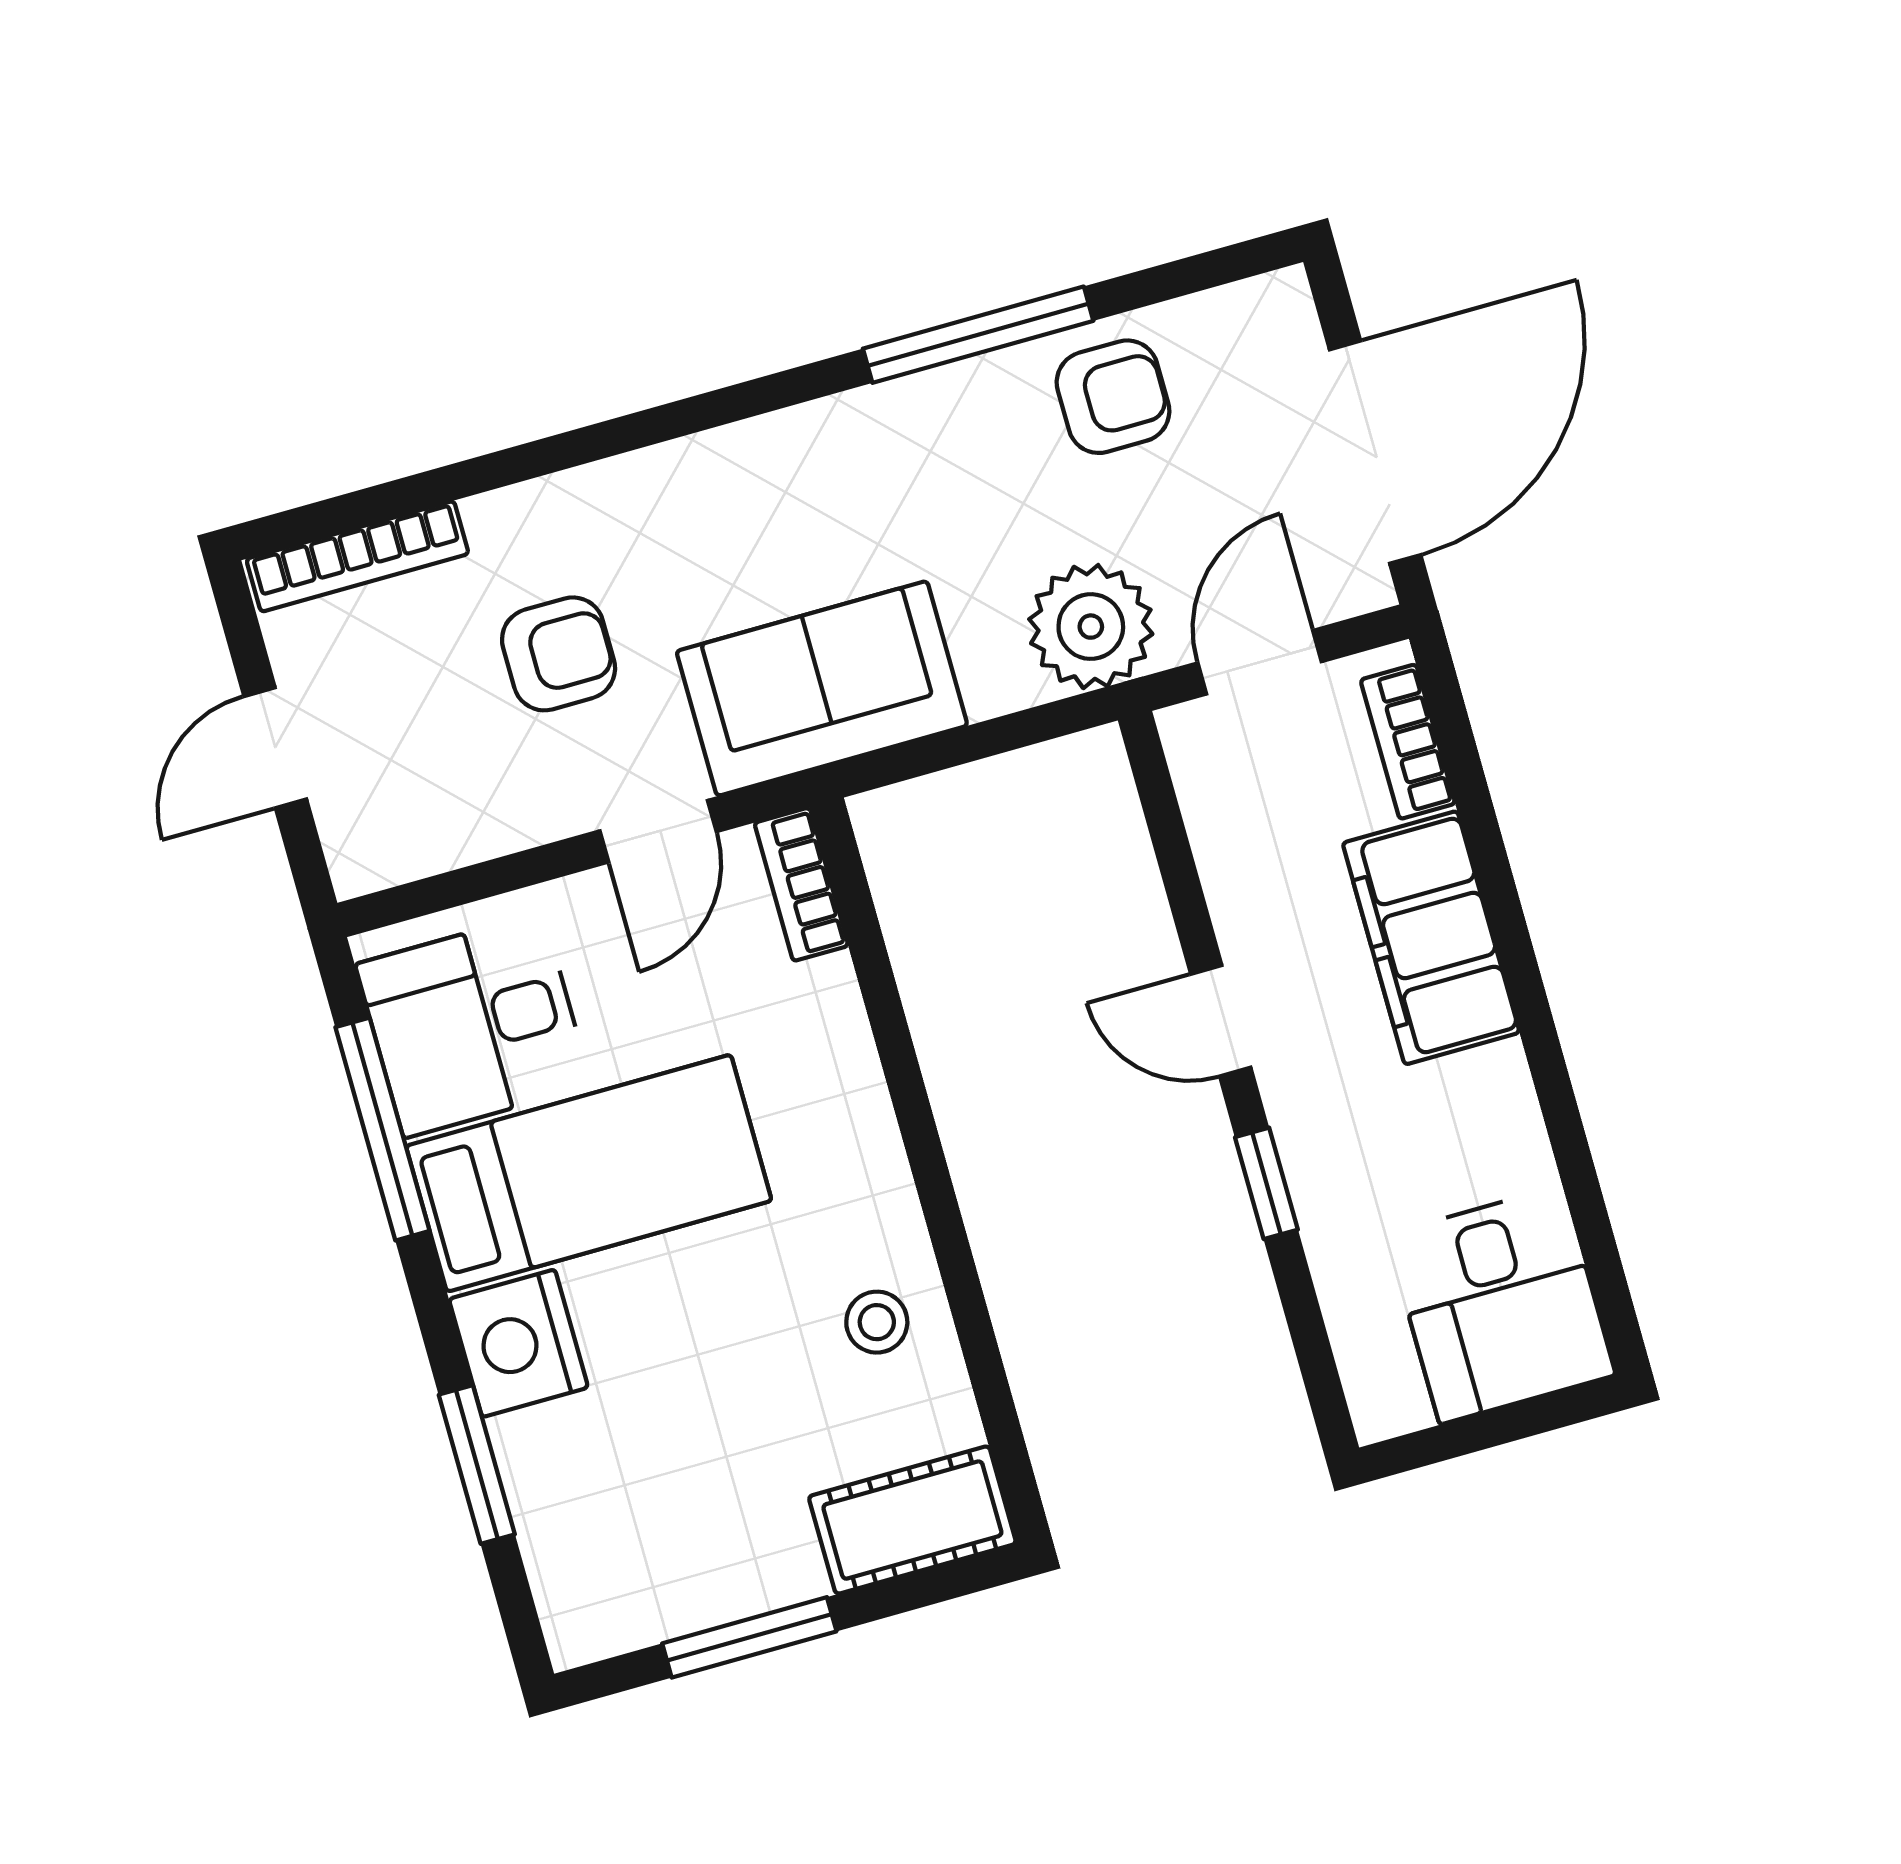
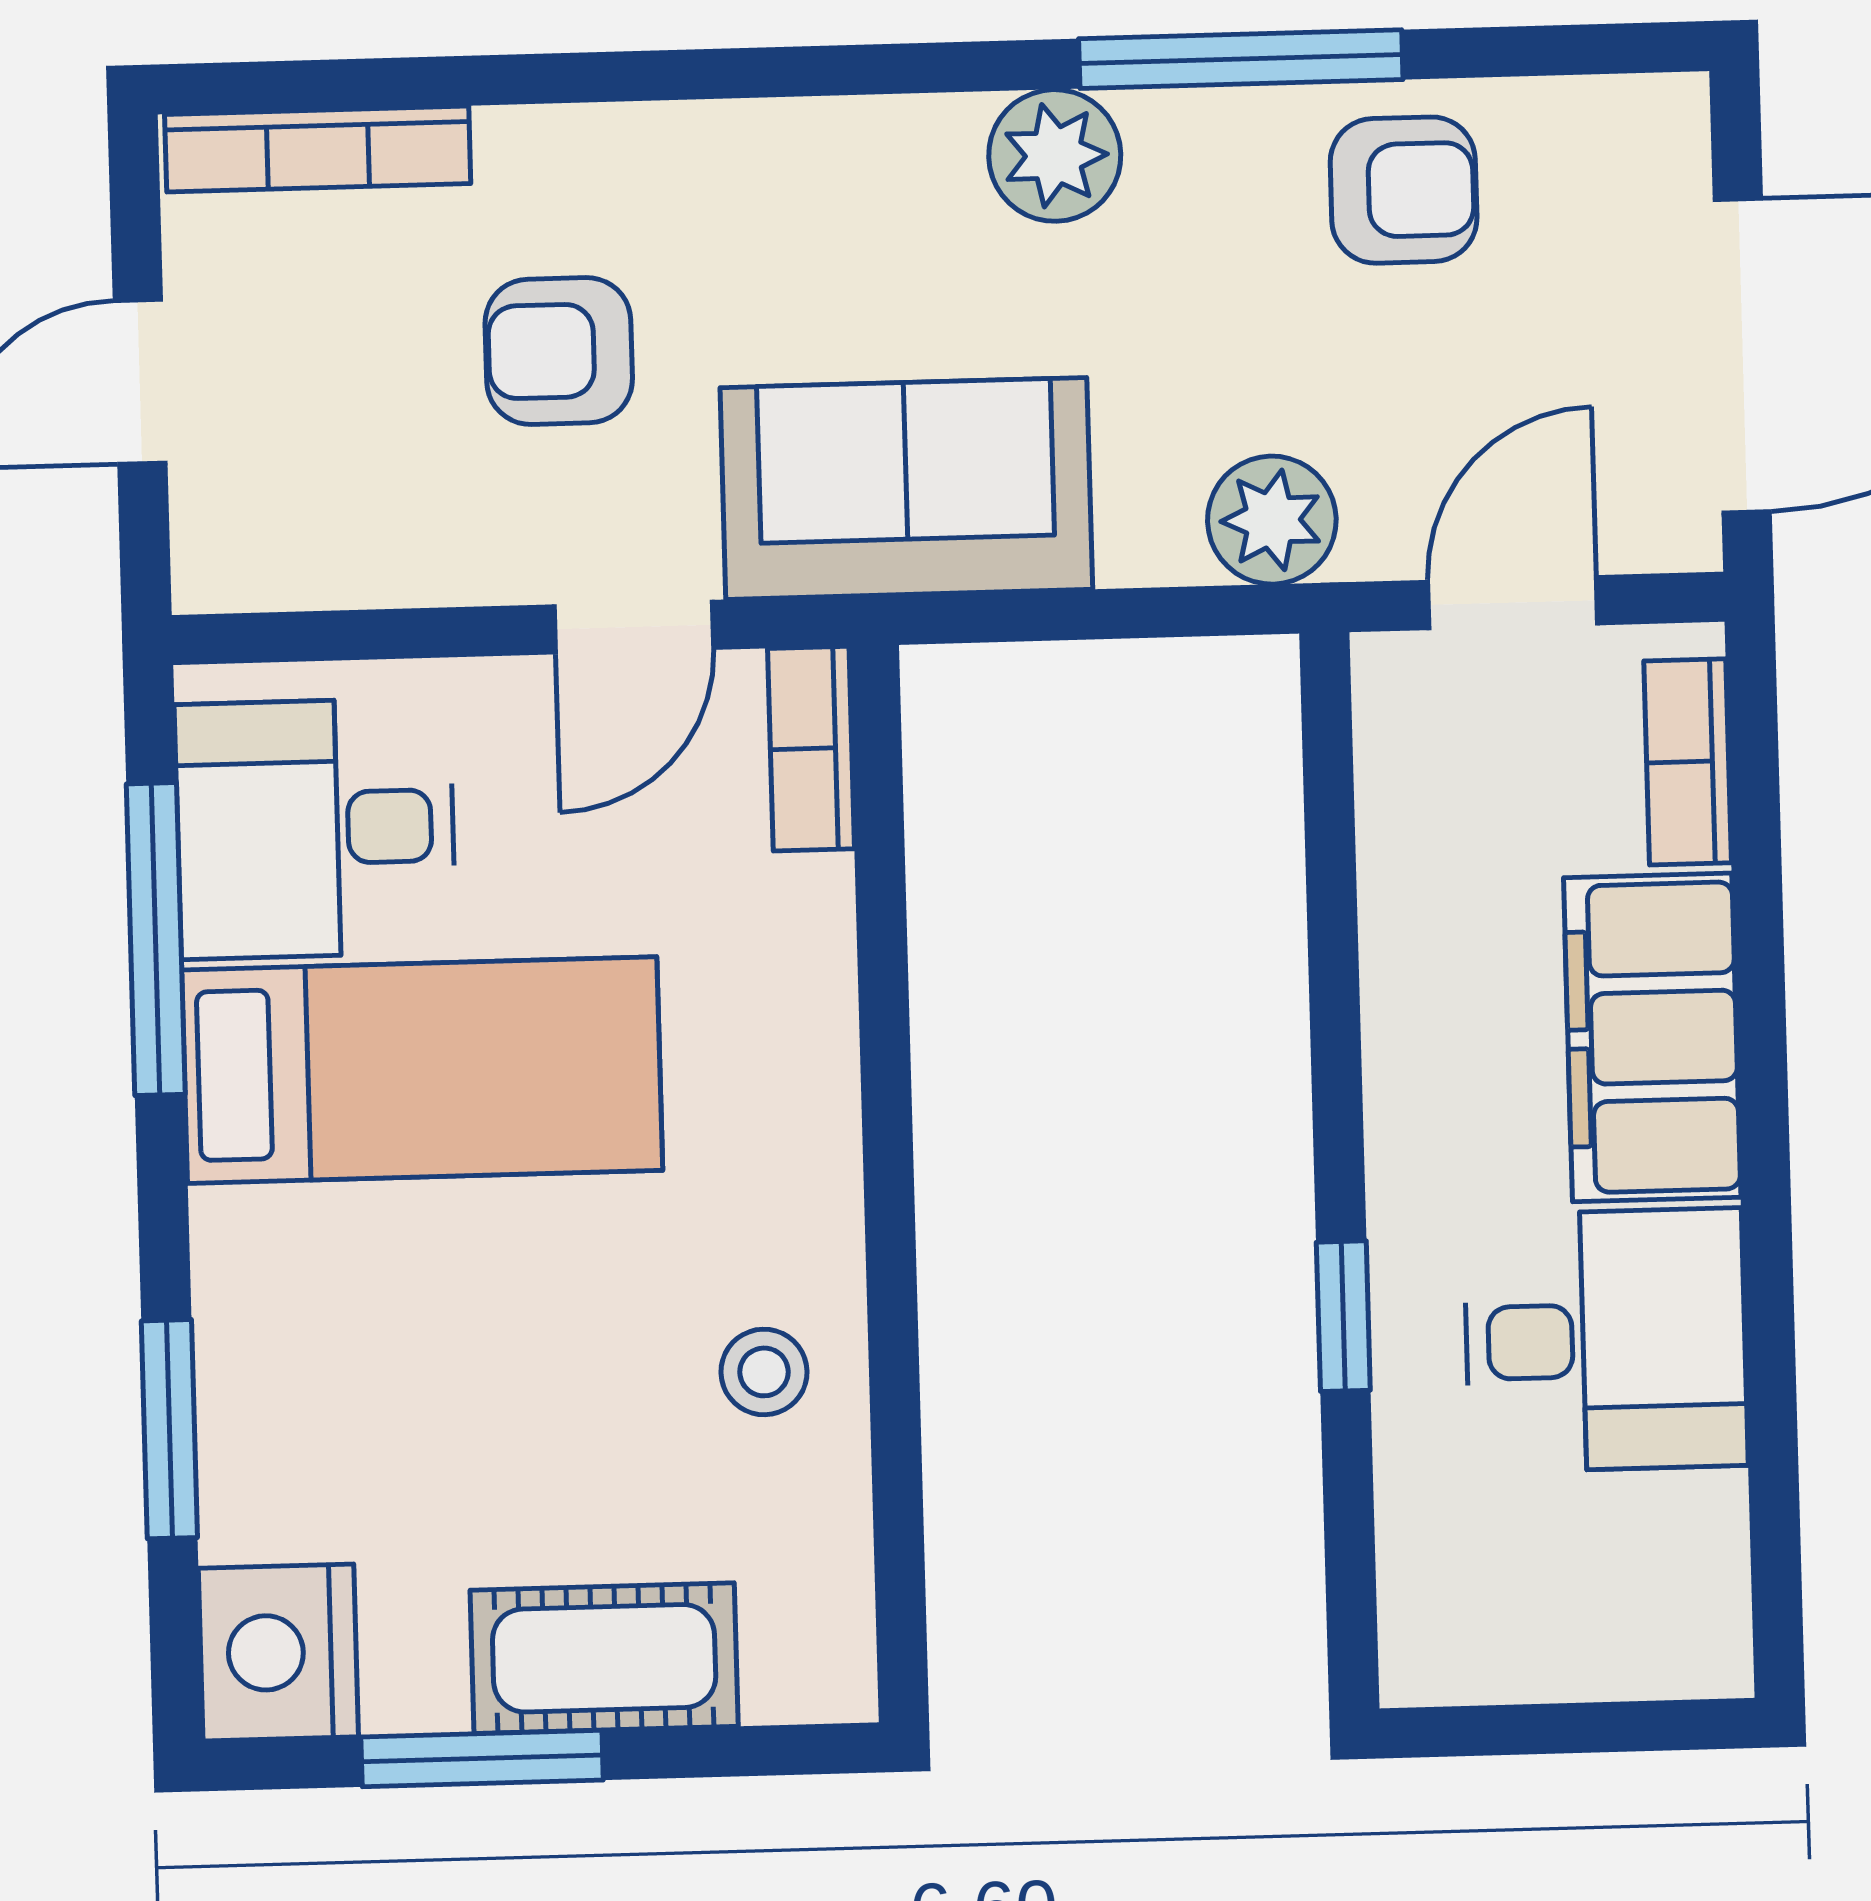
plant: (867, 433) -> (1055, 155), added
plant: (1091, 627) -> (1272, 520), width x0.73, depth x0.73
armchair: (559, 654) -> (559, 351), turned 180
door: (1221, 1021) -> (1337, 1079), removed
desk: (1501, 1305) -> (1606, 1340), moved, turned -90
nightstand: (518, 1343) -> (278, 1653), moved
cot: (912, 1520) -> (604, 1658), moved

